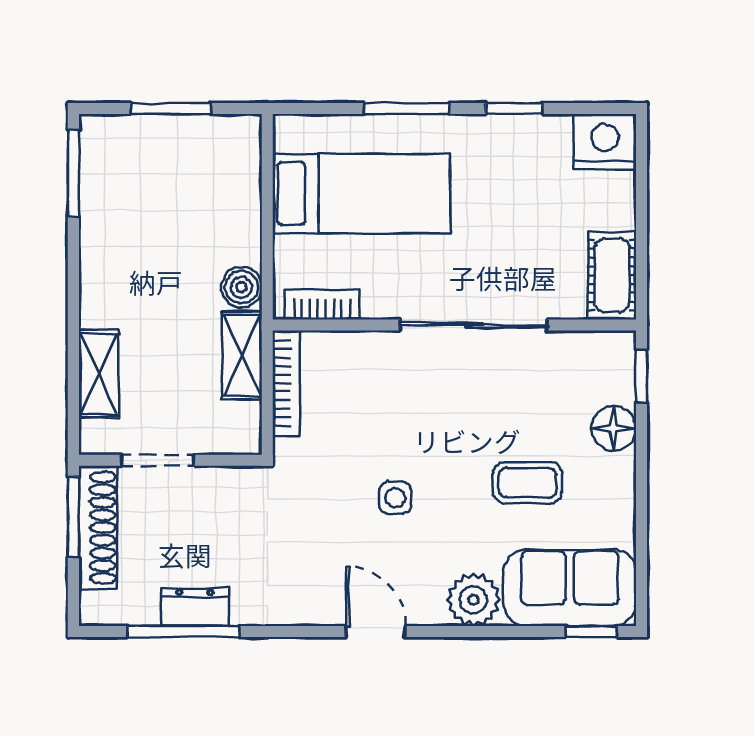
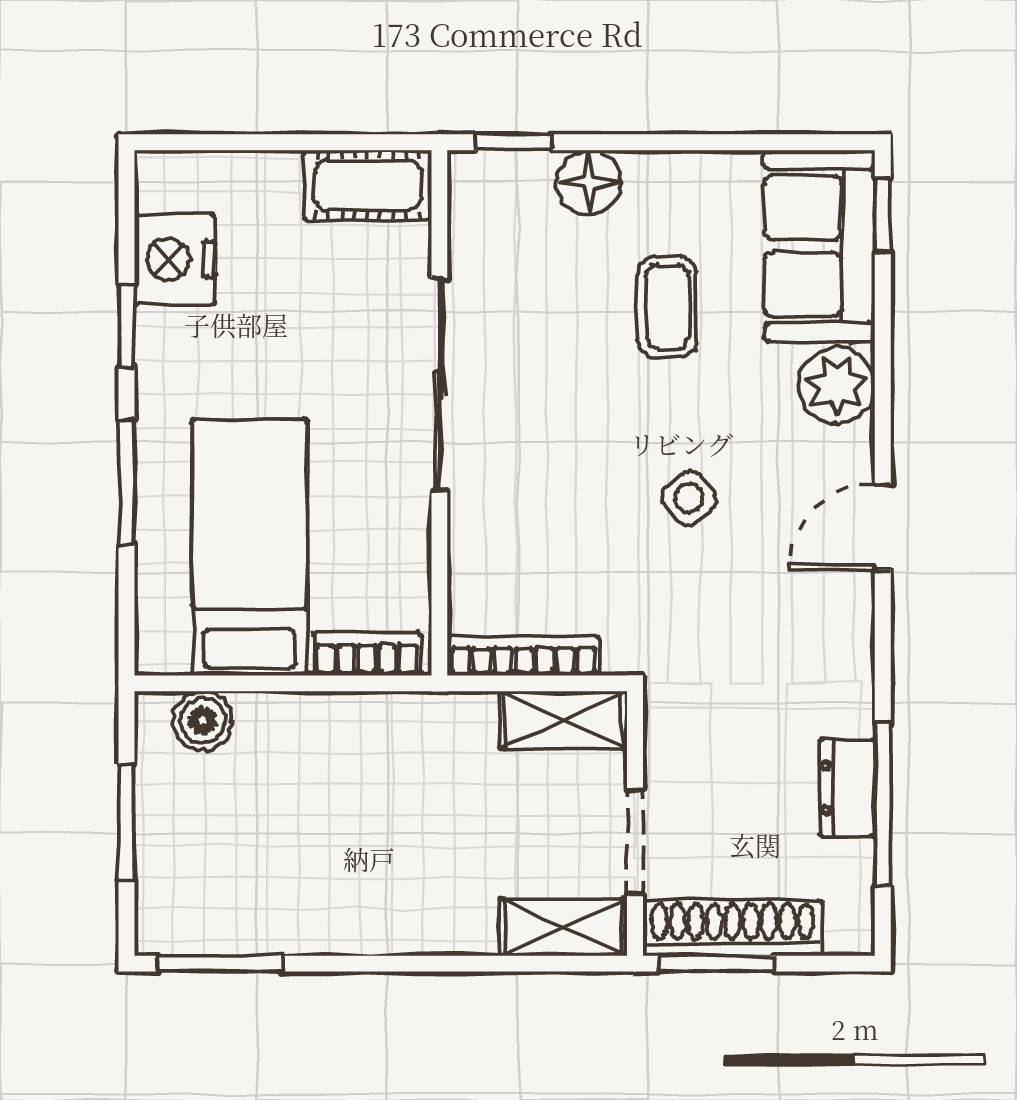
nightstand: (605, 142) -> (175, 259), moved
boiler: (241, 287) -> (203, 721), moved
bookcase: (322, 305) -> (367, 654), moved, turned 90
shelving: (242, 355) -> (563, 720), moved
shelving: (99, 374) -> (563, 927), moved
side table: (395, 498) -> (689, 498), turned -38

